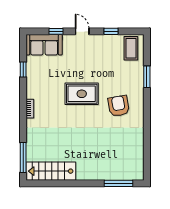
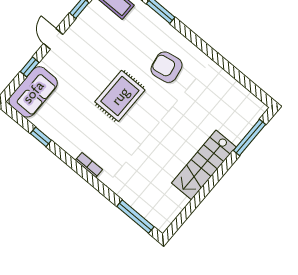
door: (82, 31) -> (53, 39), hinge flipped
stairs: (51, 171) -> (204, 165), moved

